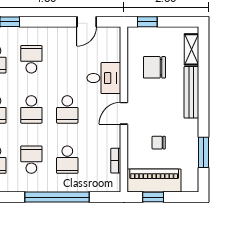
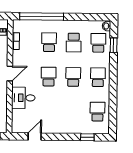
school desk: (31, 59) -> (73, 111), removed
window: (57, 197) -> (42, 16), moved

